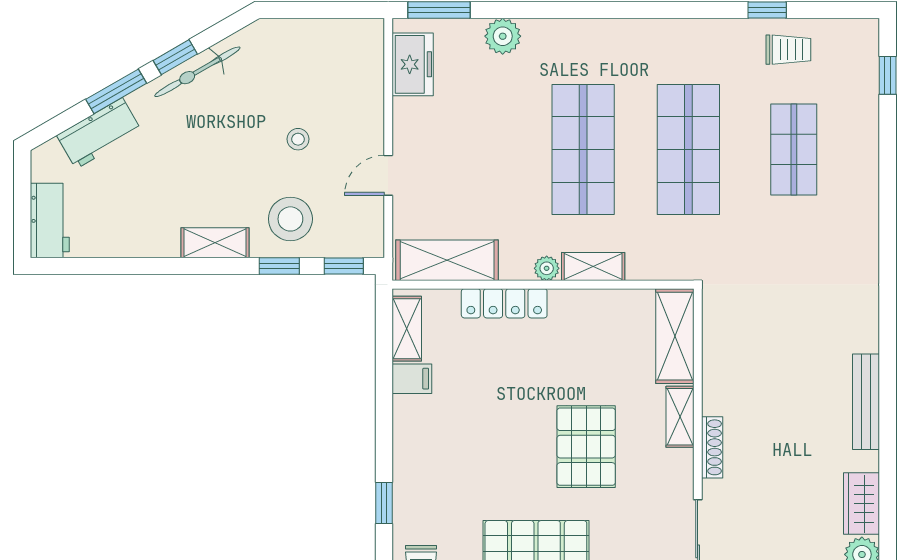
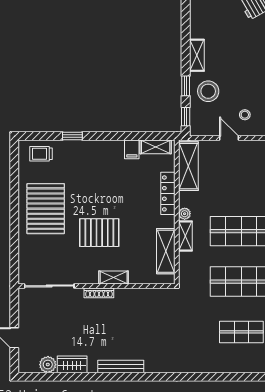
stool: (298, 139) -> (245, 115), moved
shelving: (675, 336) -> (166, 251), moved, turned 90

